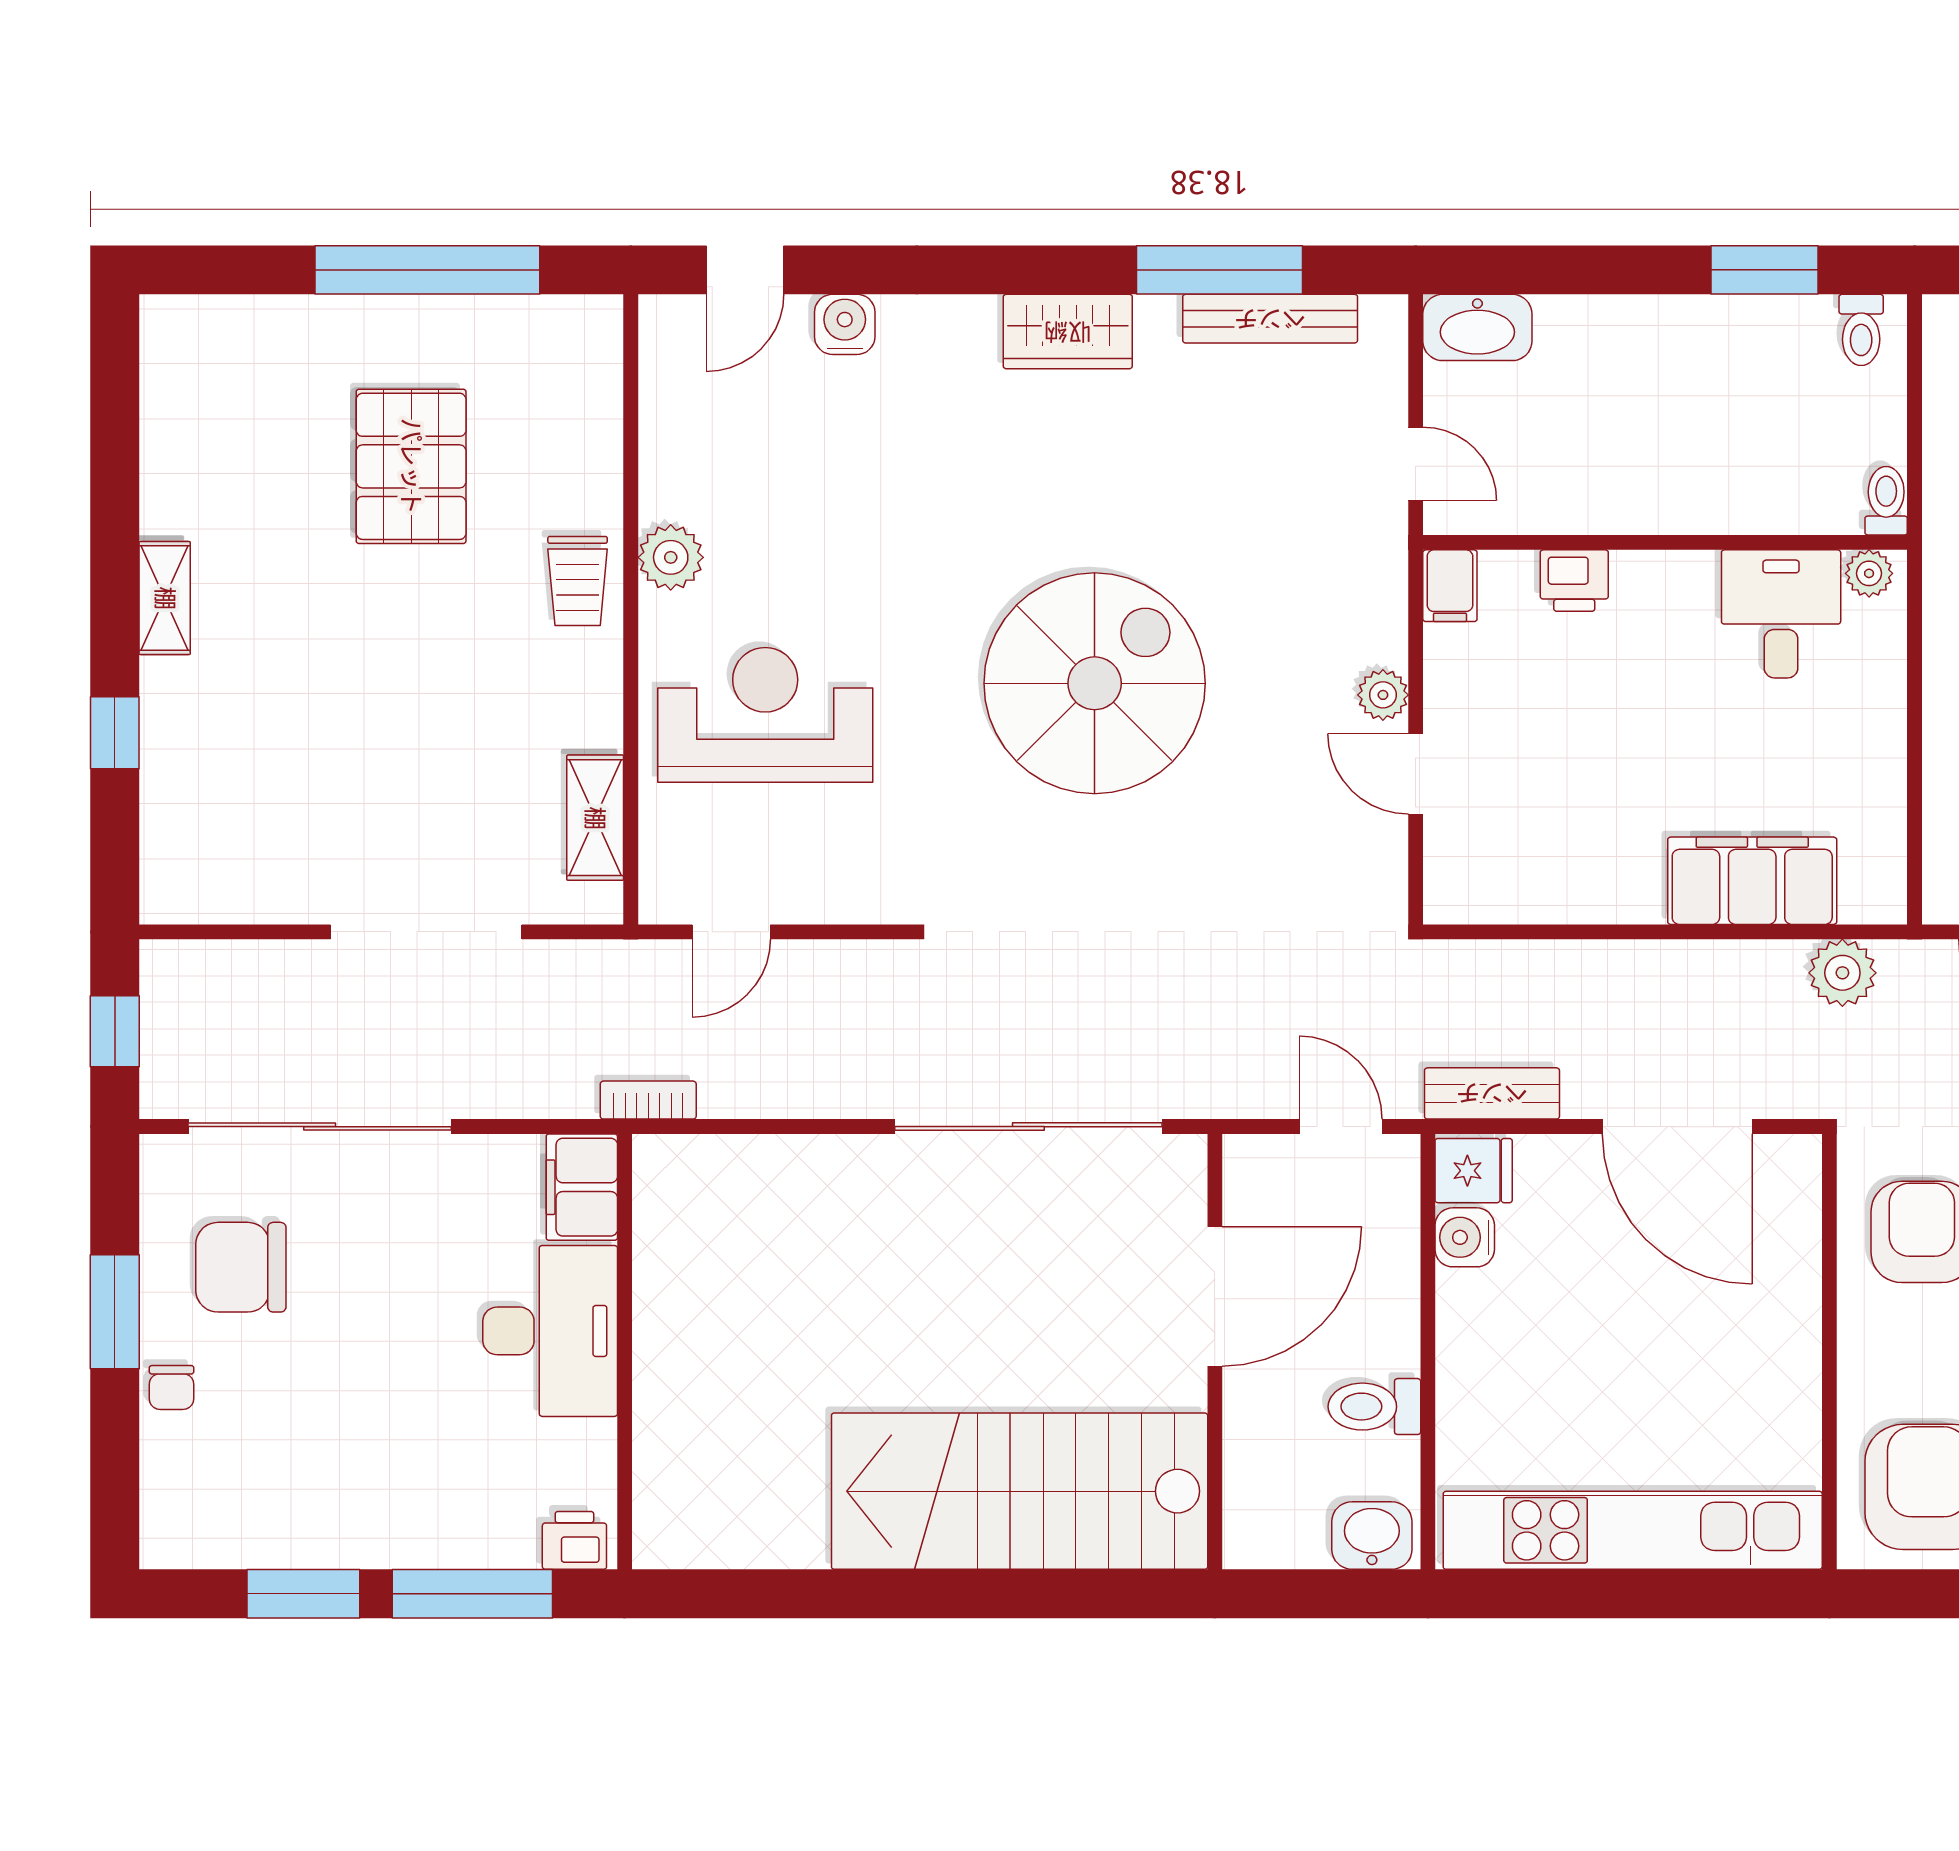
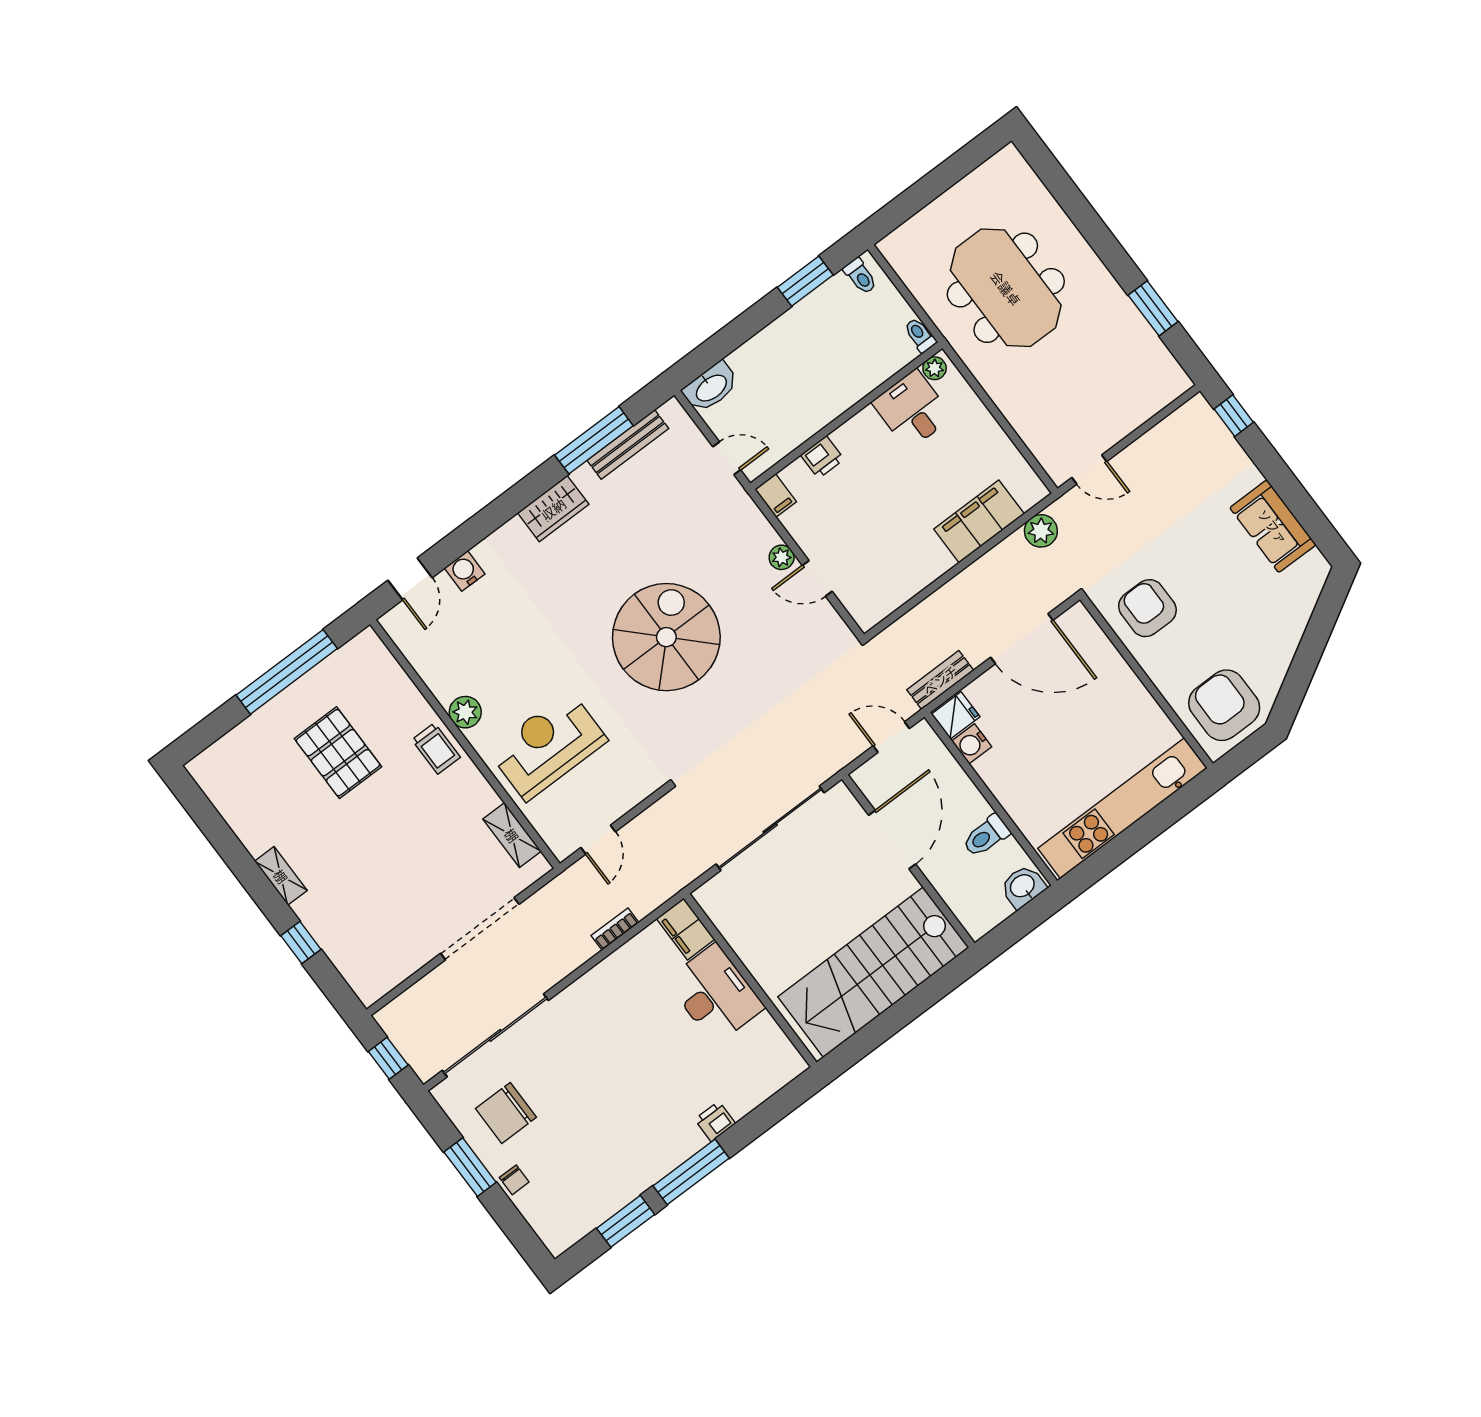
filing cabinet: (582, 1187) -> (686, 929), moved
desk: (550, 1331) -> (715, 994), moved
wall: (625, 1352) -> (750, 980), moved

